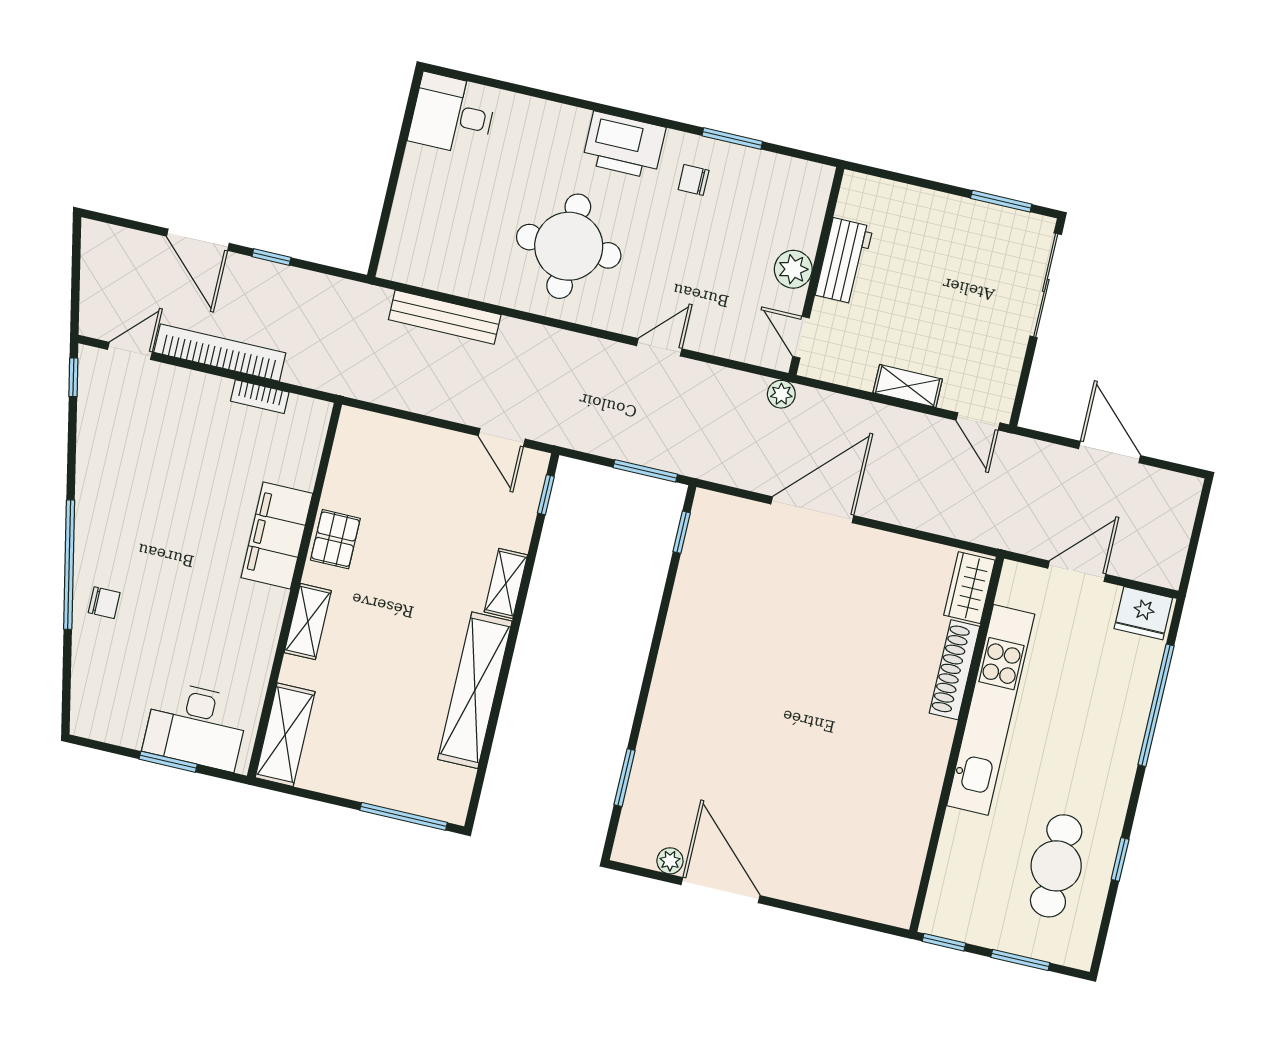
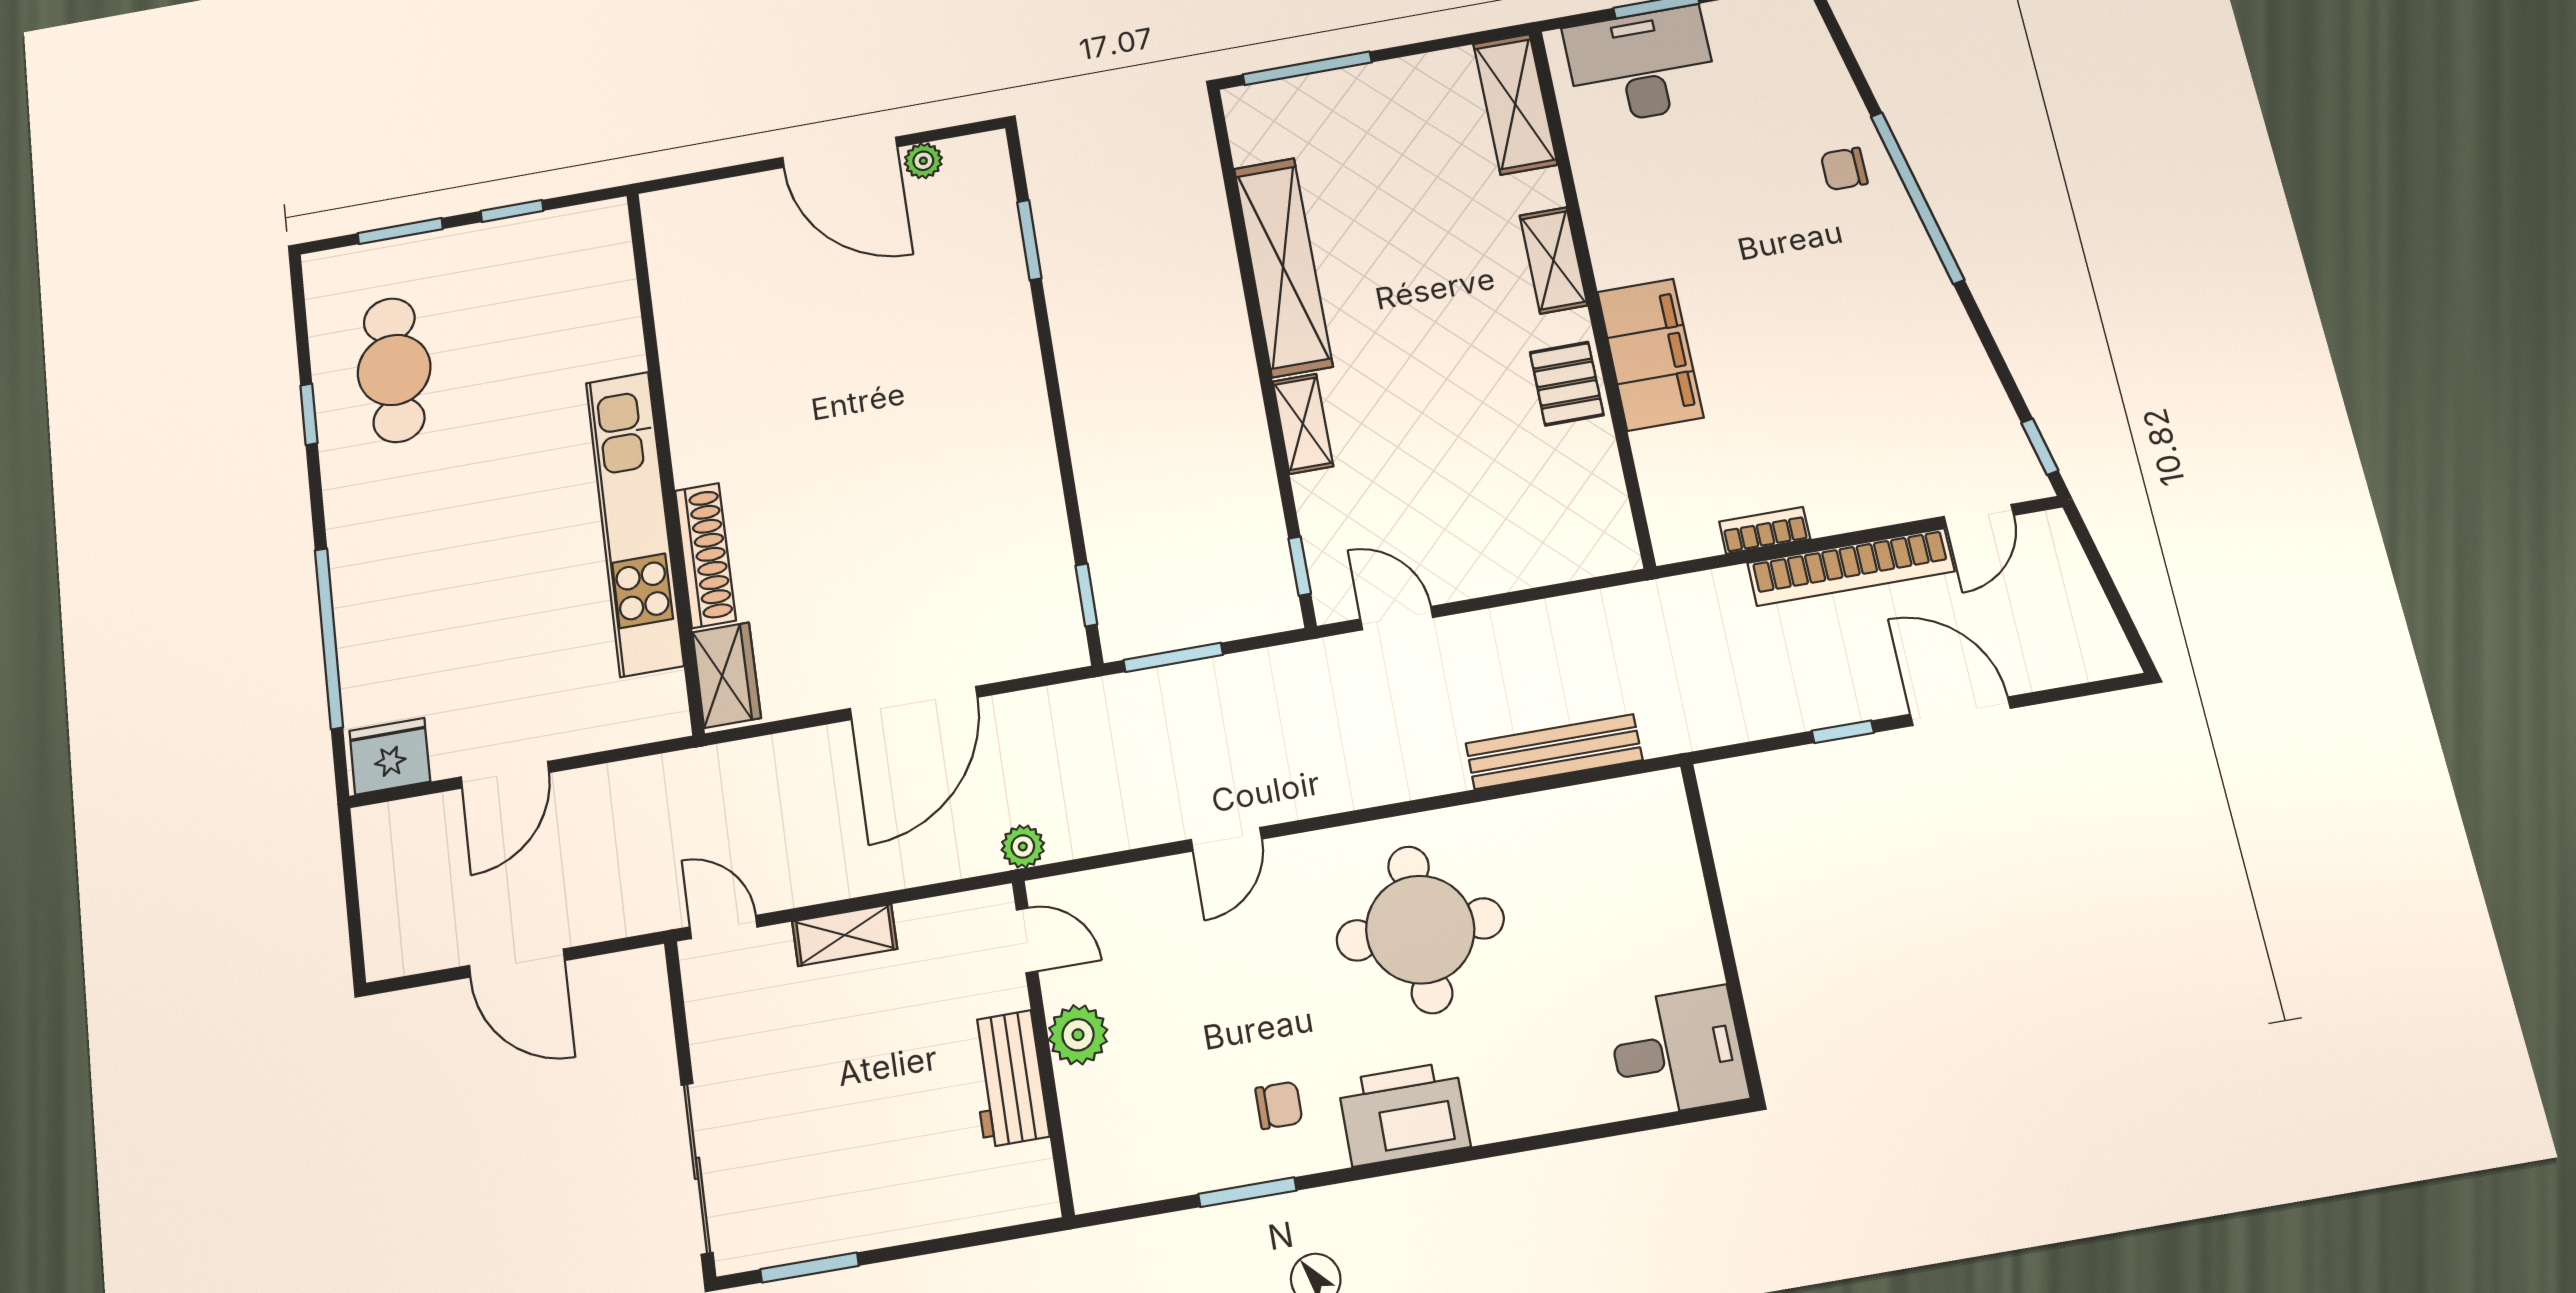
wardrobe: (969, 588) -> (727, 675), moved
shoe rack: (954, 670) -> (705, 555), moved
kitchen unit: (991, 710) -> (634, 523), moved
wall: (957, 744) -> (665, 458), moved

